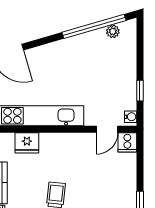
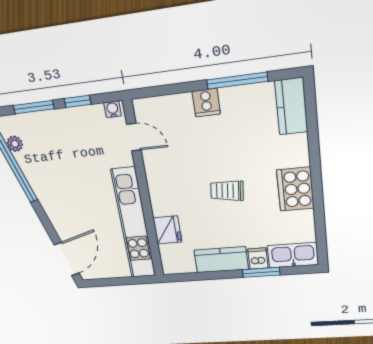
window: (140, 54) -> (34, 107), added
cooker: (127, 142) -> (206, 103), moved, turned 90

